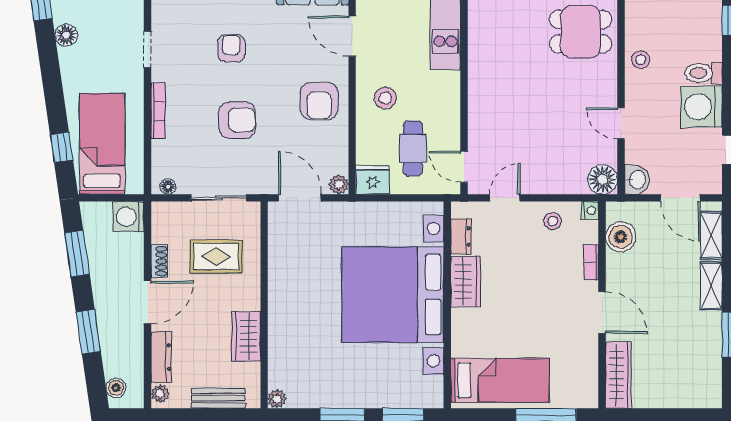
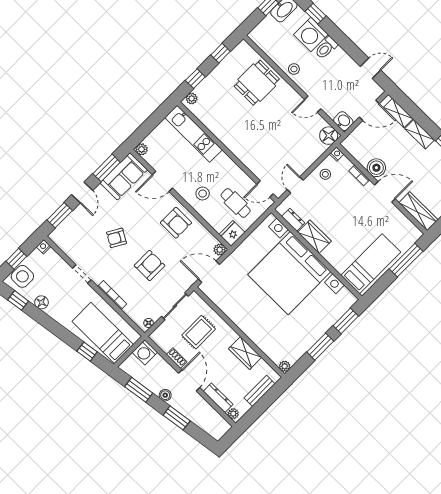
armchair: (231, 48) -> (117, 238), turned -60
washing machine: (701, 107) -> (311, 35), moved
boiler: (621, 237) -> (376, 168), moved
boiler: (116, 388) -> (165, 395), moved

